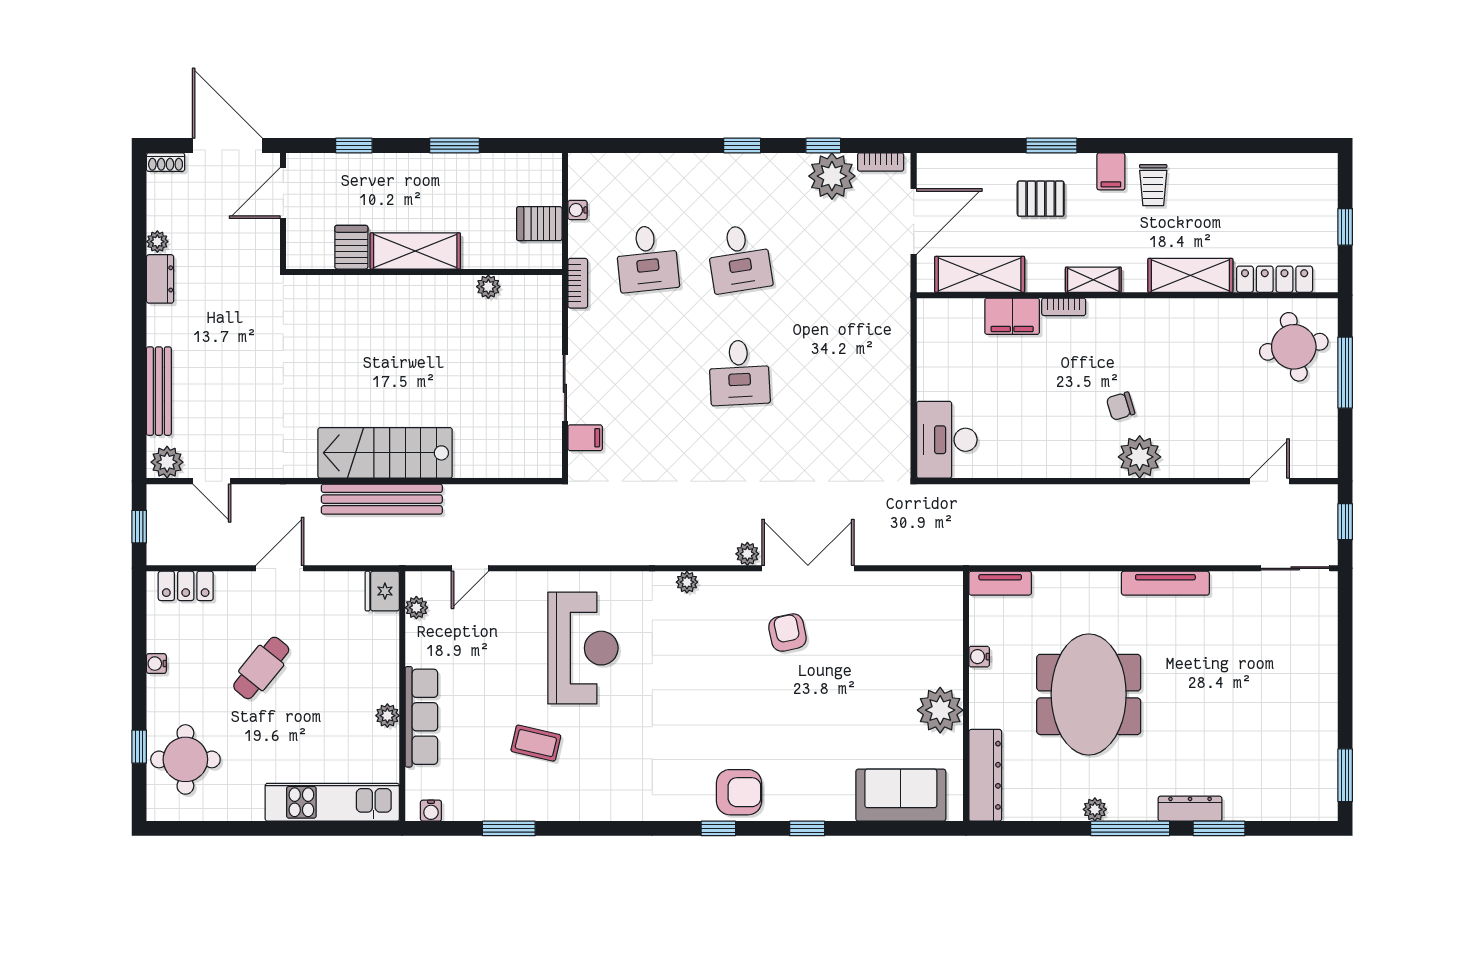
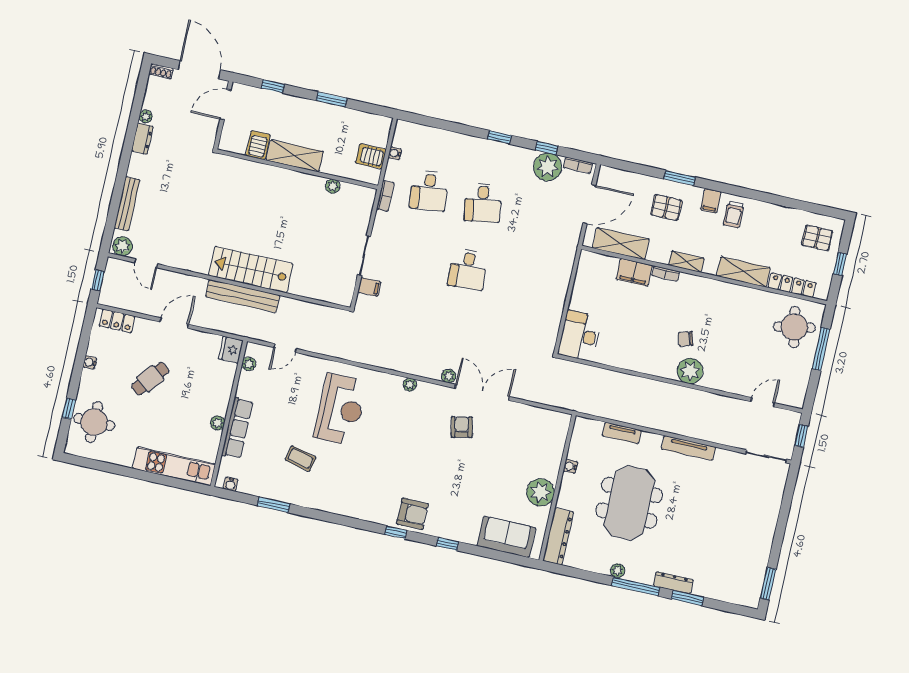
pallet: (1298, 193) -> (817, 238), added
tv unit: (1000, 583) -> (622, 433), moved

